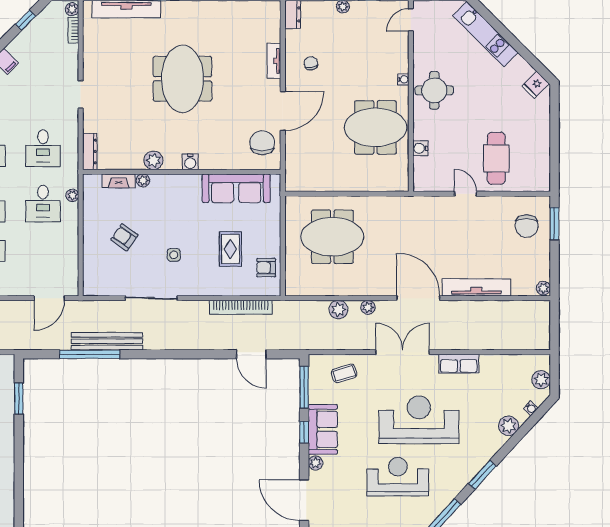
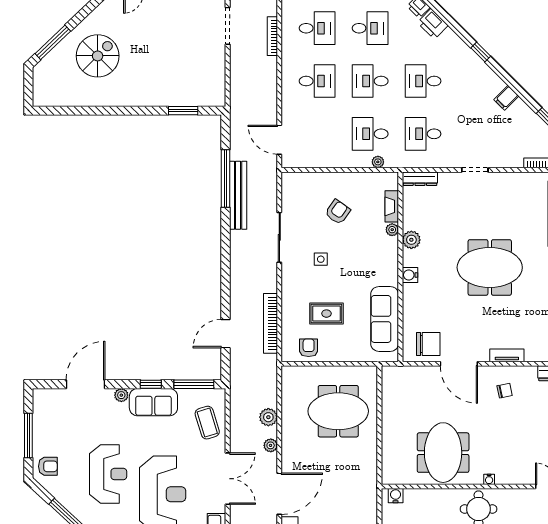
water cooler: (420, 148) -> (396, 496), moved
meeting table: (332, 237) -> (338, 411), turned 90
coffee table: (344, 373) -> (207, 423), width x1.36, depth x1.30

